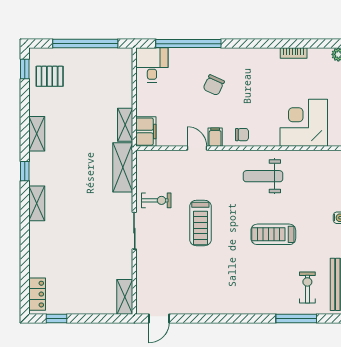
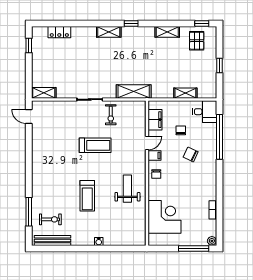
window: (85, 44) -> (219, 65), width x0.32
chair: (179, 99) -> (181, 130), added
shelving: (125, 125) -> (185, 93), moved
filing cabinet: (146, 132) -> (155, 120), moved, turned -90
shelving: (37, 134) -> (167, 32), moved
treadmill: (200, 223) -> (95, 145), turned 180
treadmill: (273, 234) -> (87, 196), turned 180
locker: (37, 294) -> (59, 32), moved

